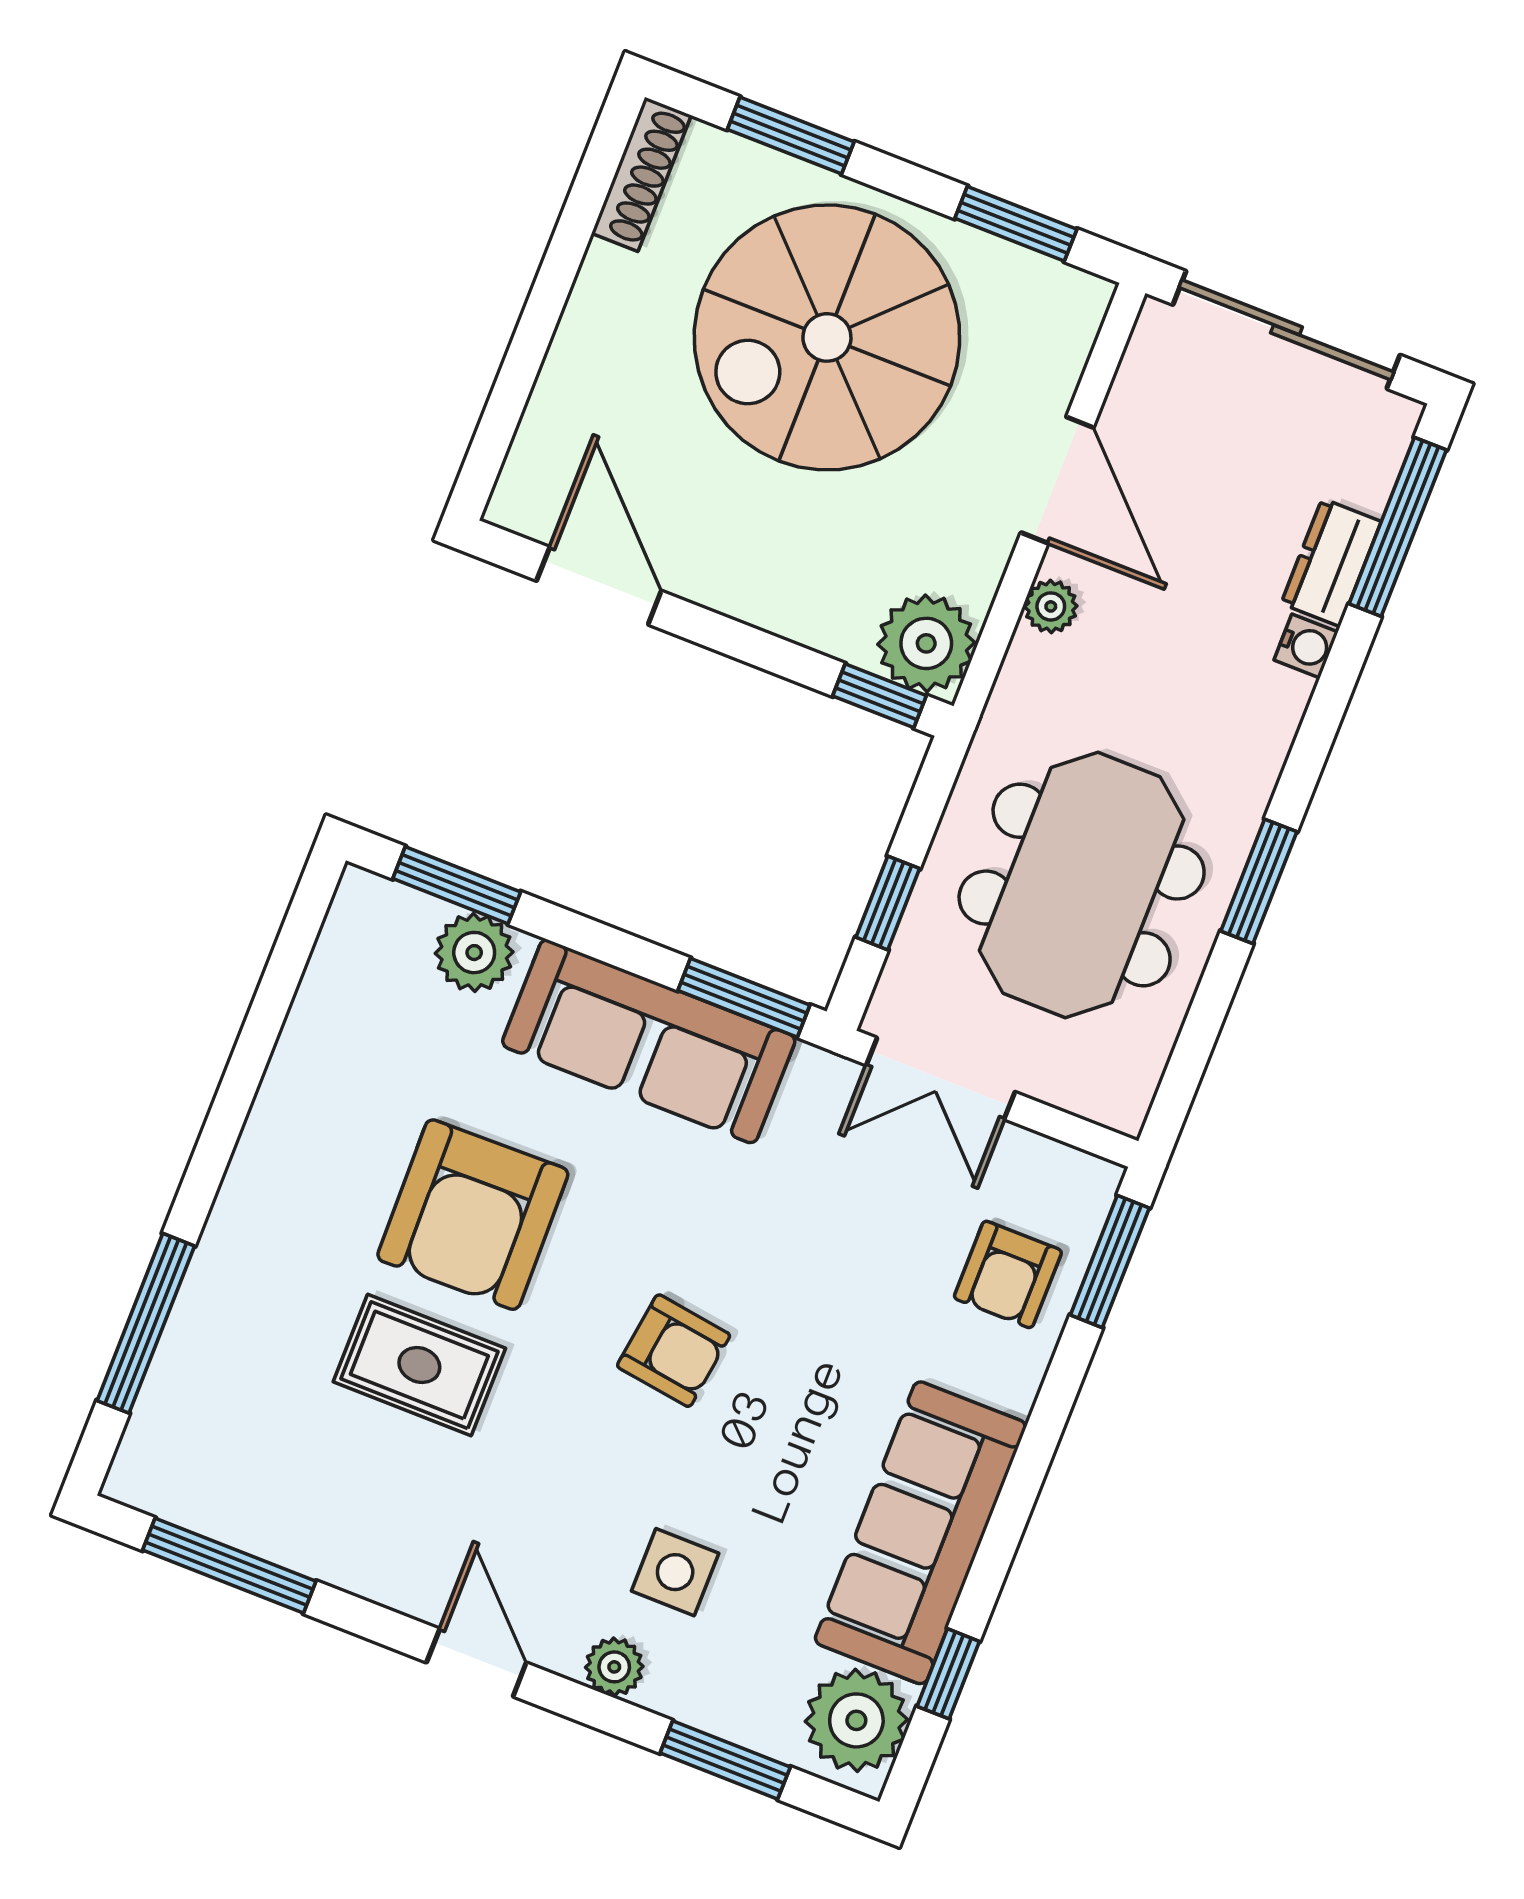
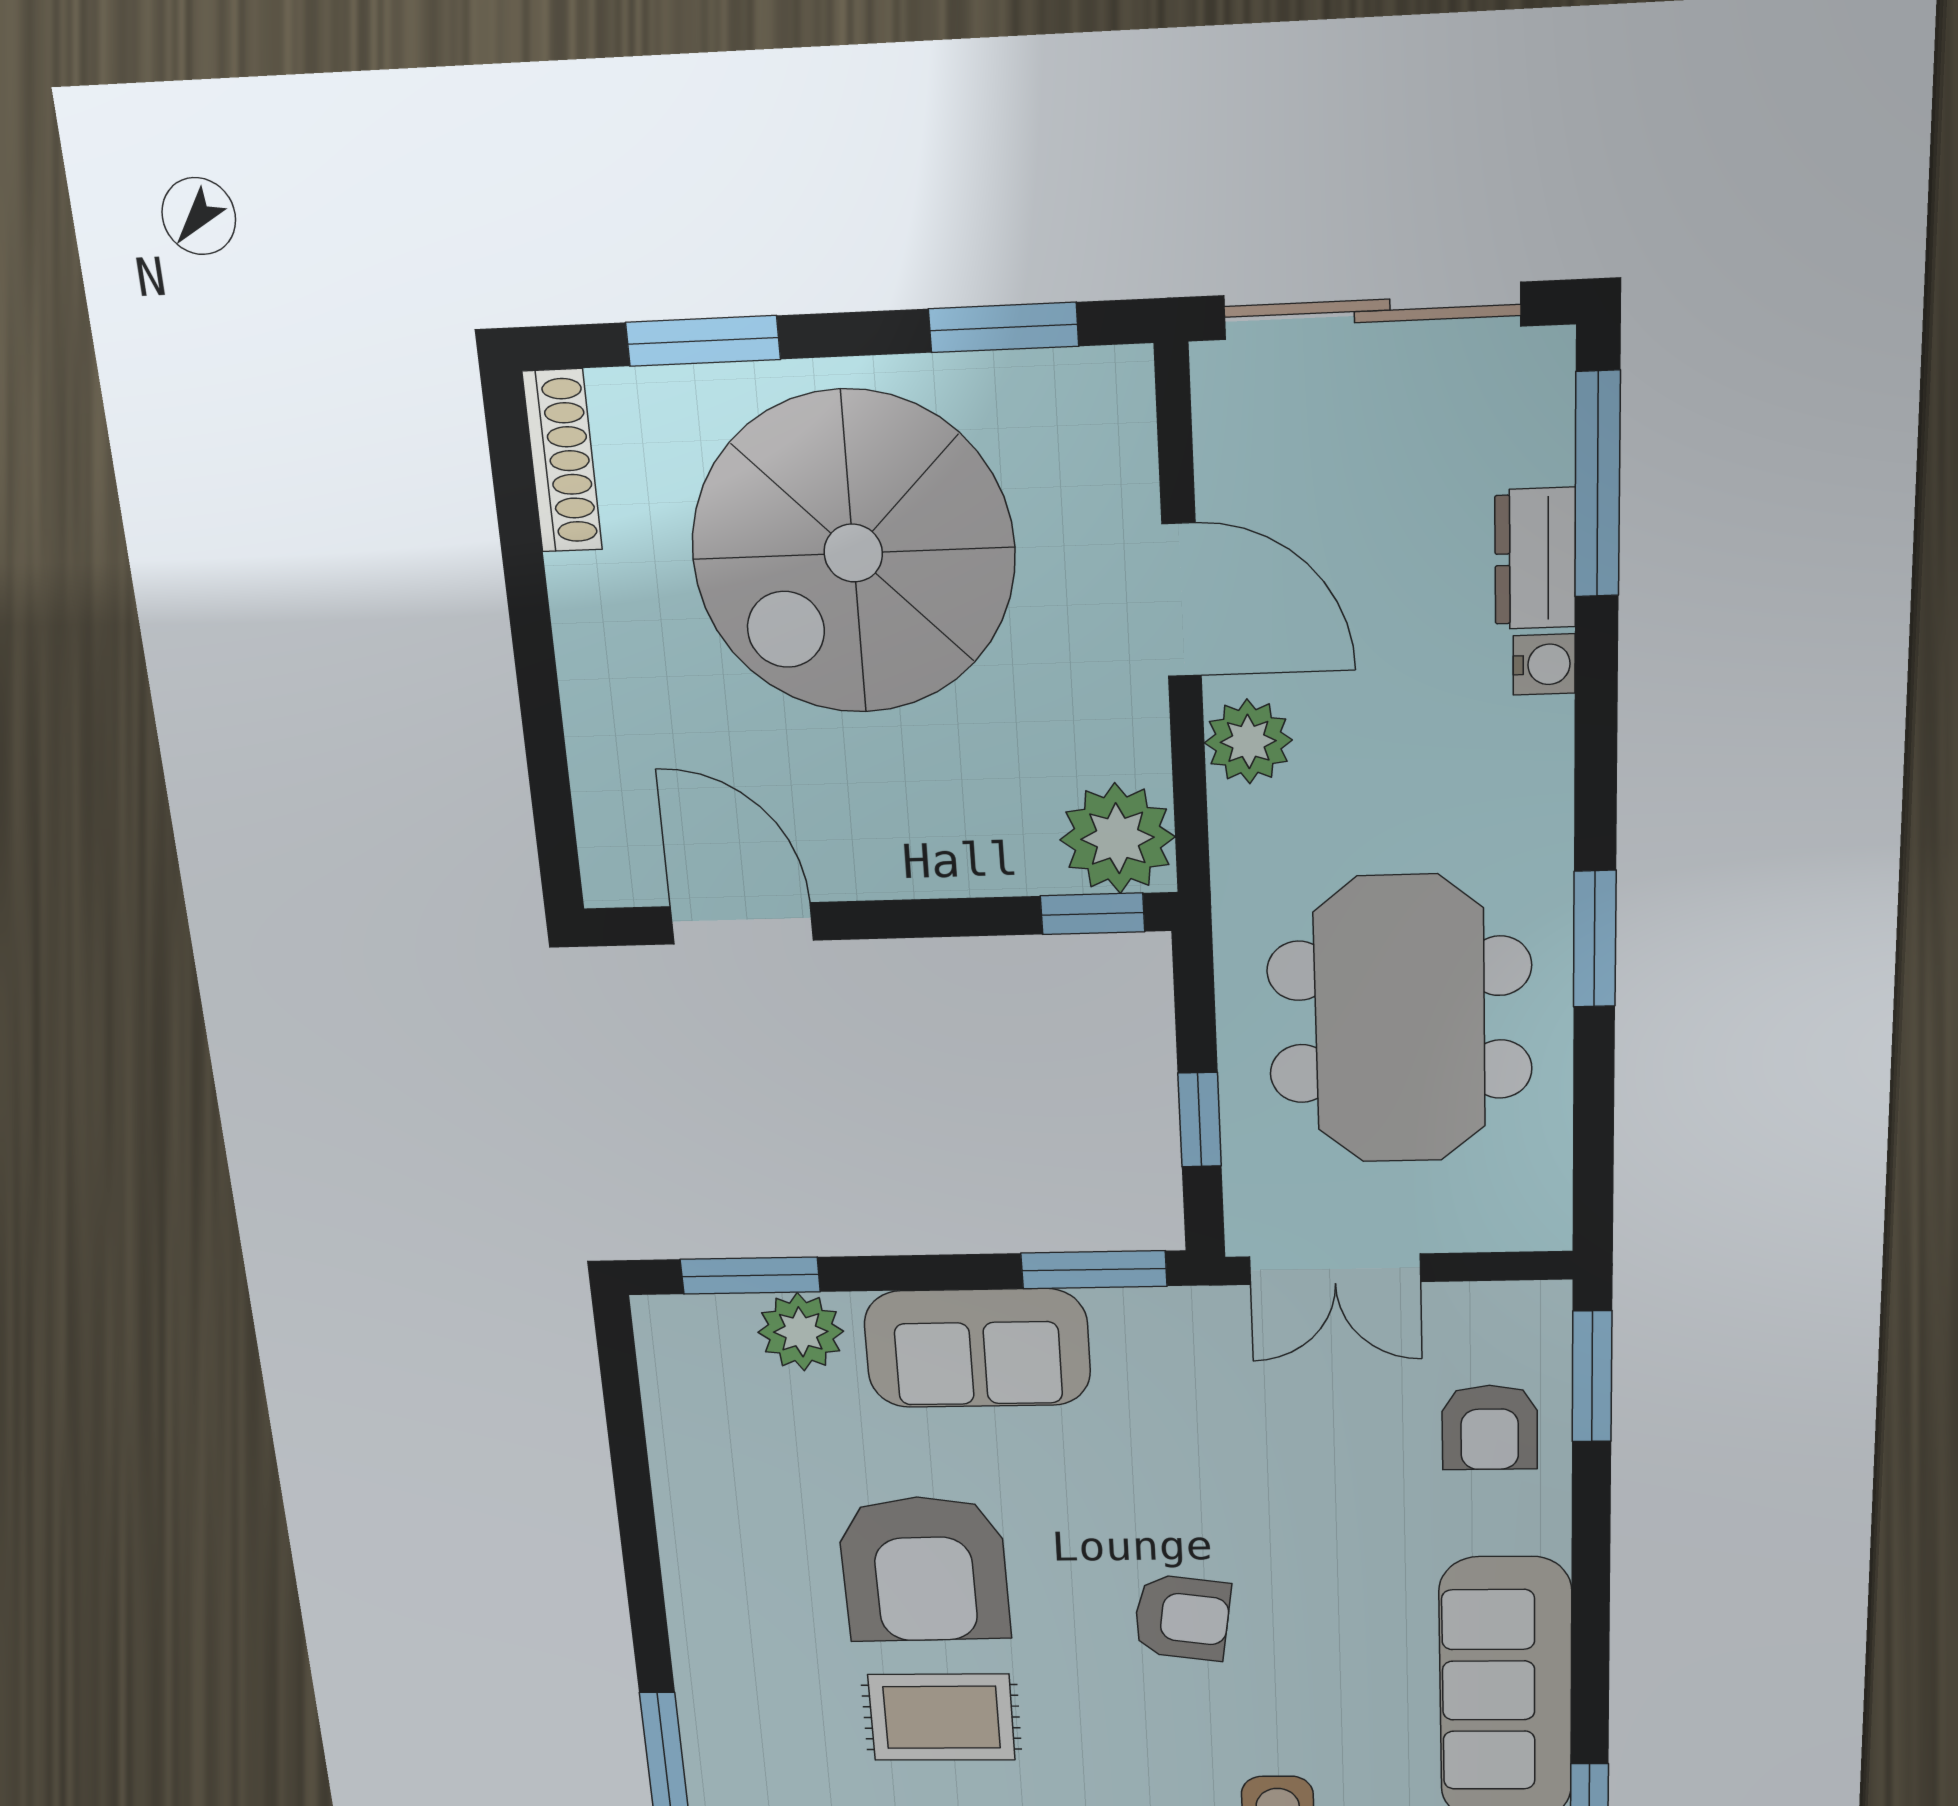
plant: (1051, 606) -> (1248, 741), width x1.38, depth x1.38
sofa: (649, 1041) -> (977, 1348), width x0.73

